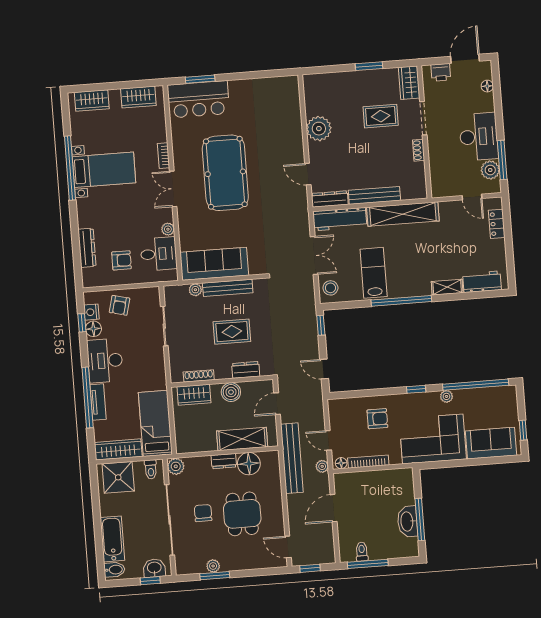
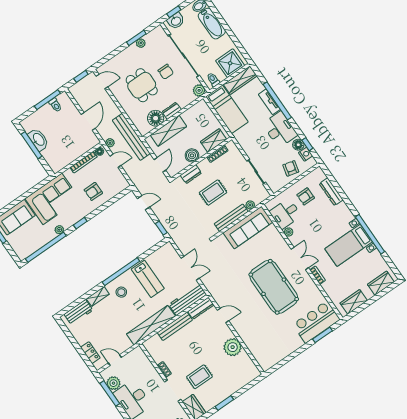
double door: (314, 255) -> (190, 268), swing flipped
stool: (330, 288) -> (121, 292), moved

